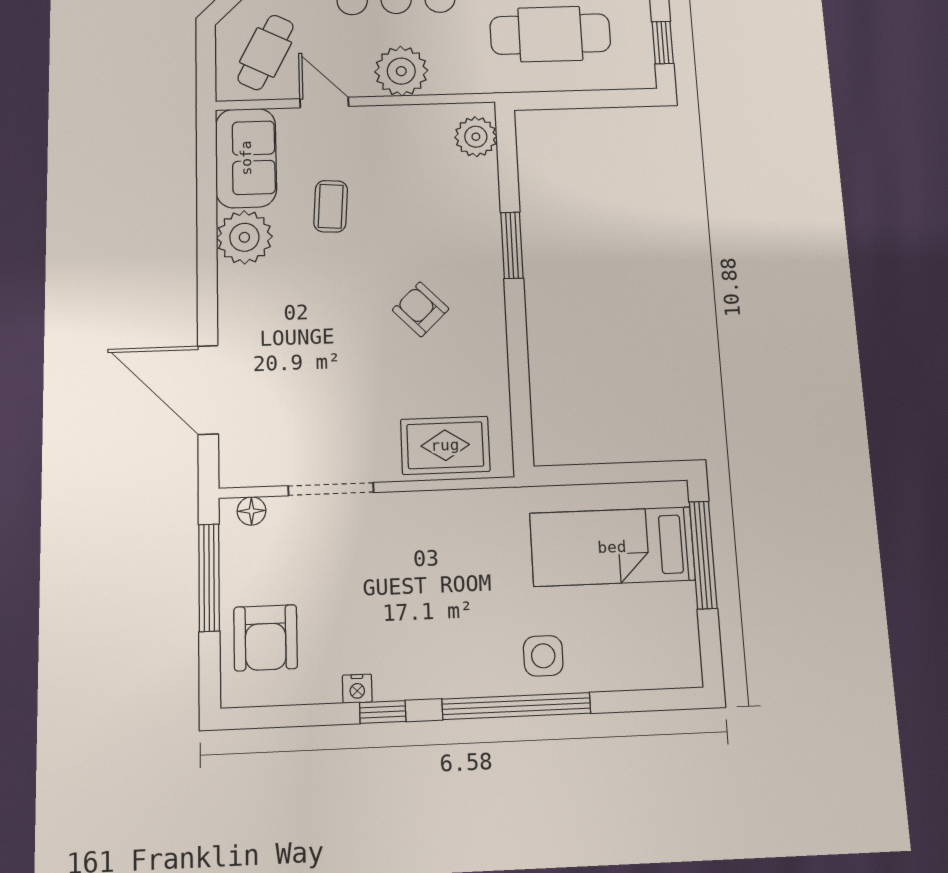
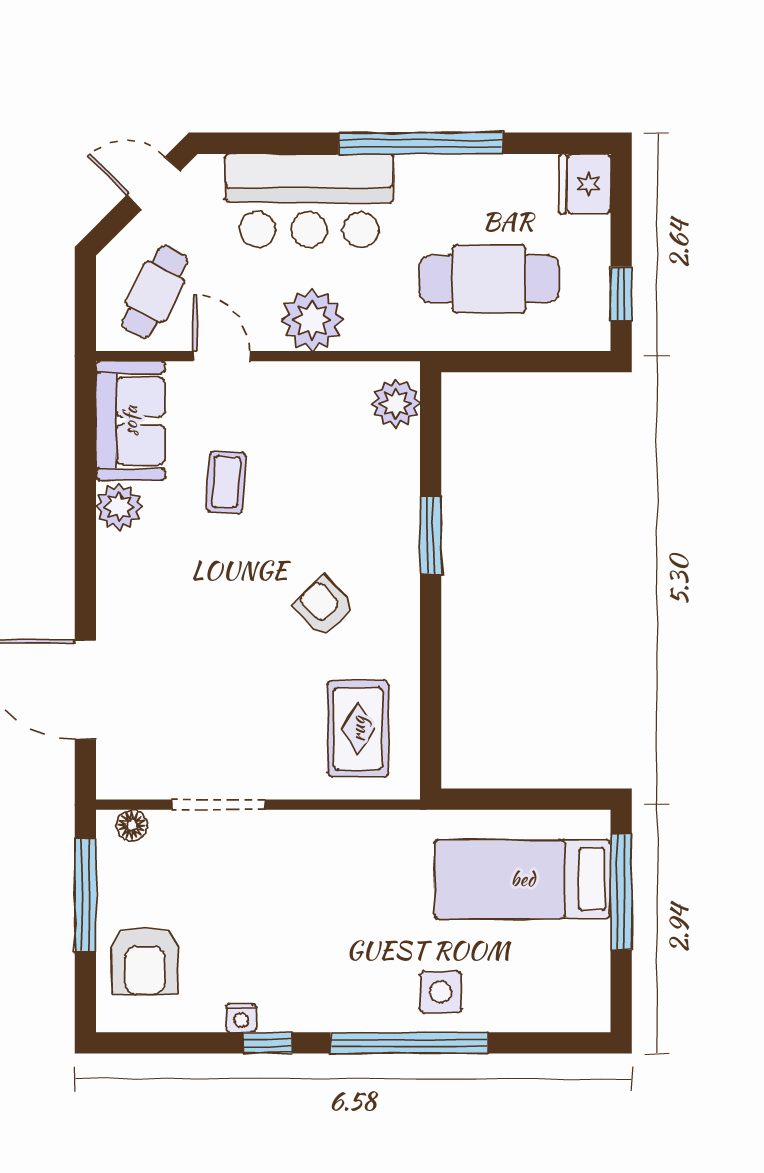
plant: (244, 237) -> (119, 507), width x0.73, depth x0.73
rug: (445, 445) -> (358, 729), moved, turned 90

